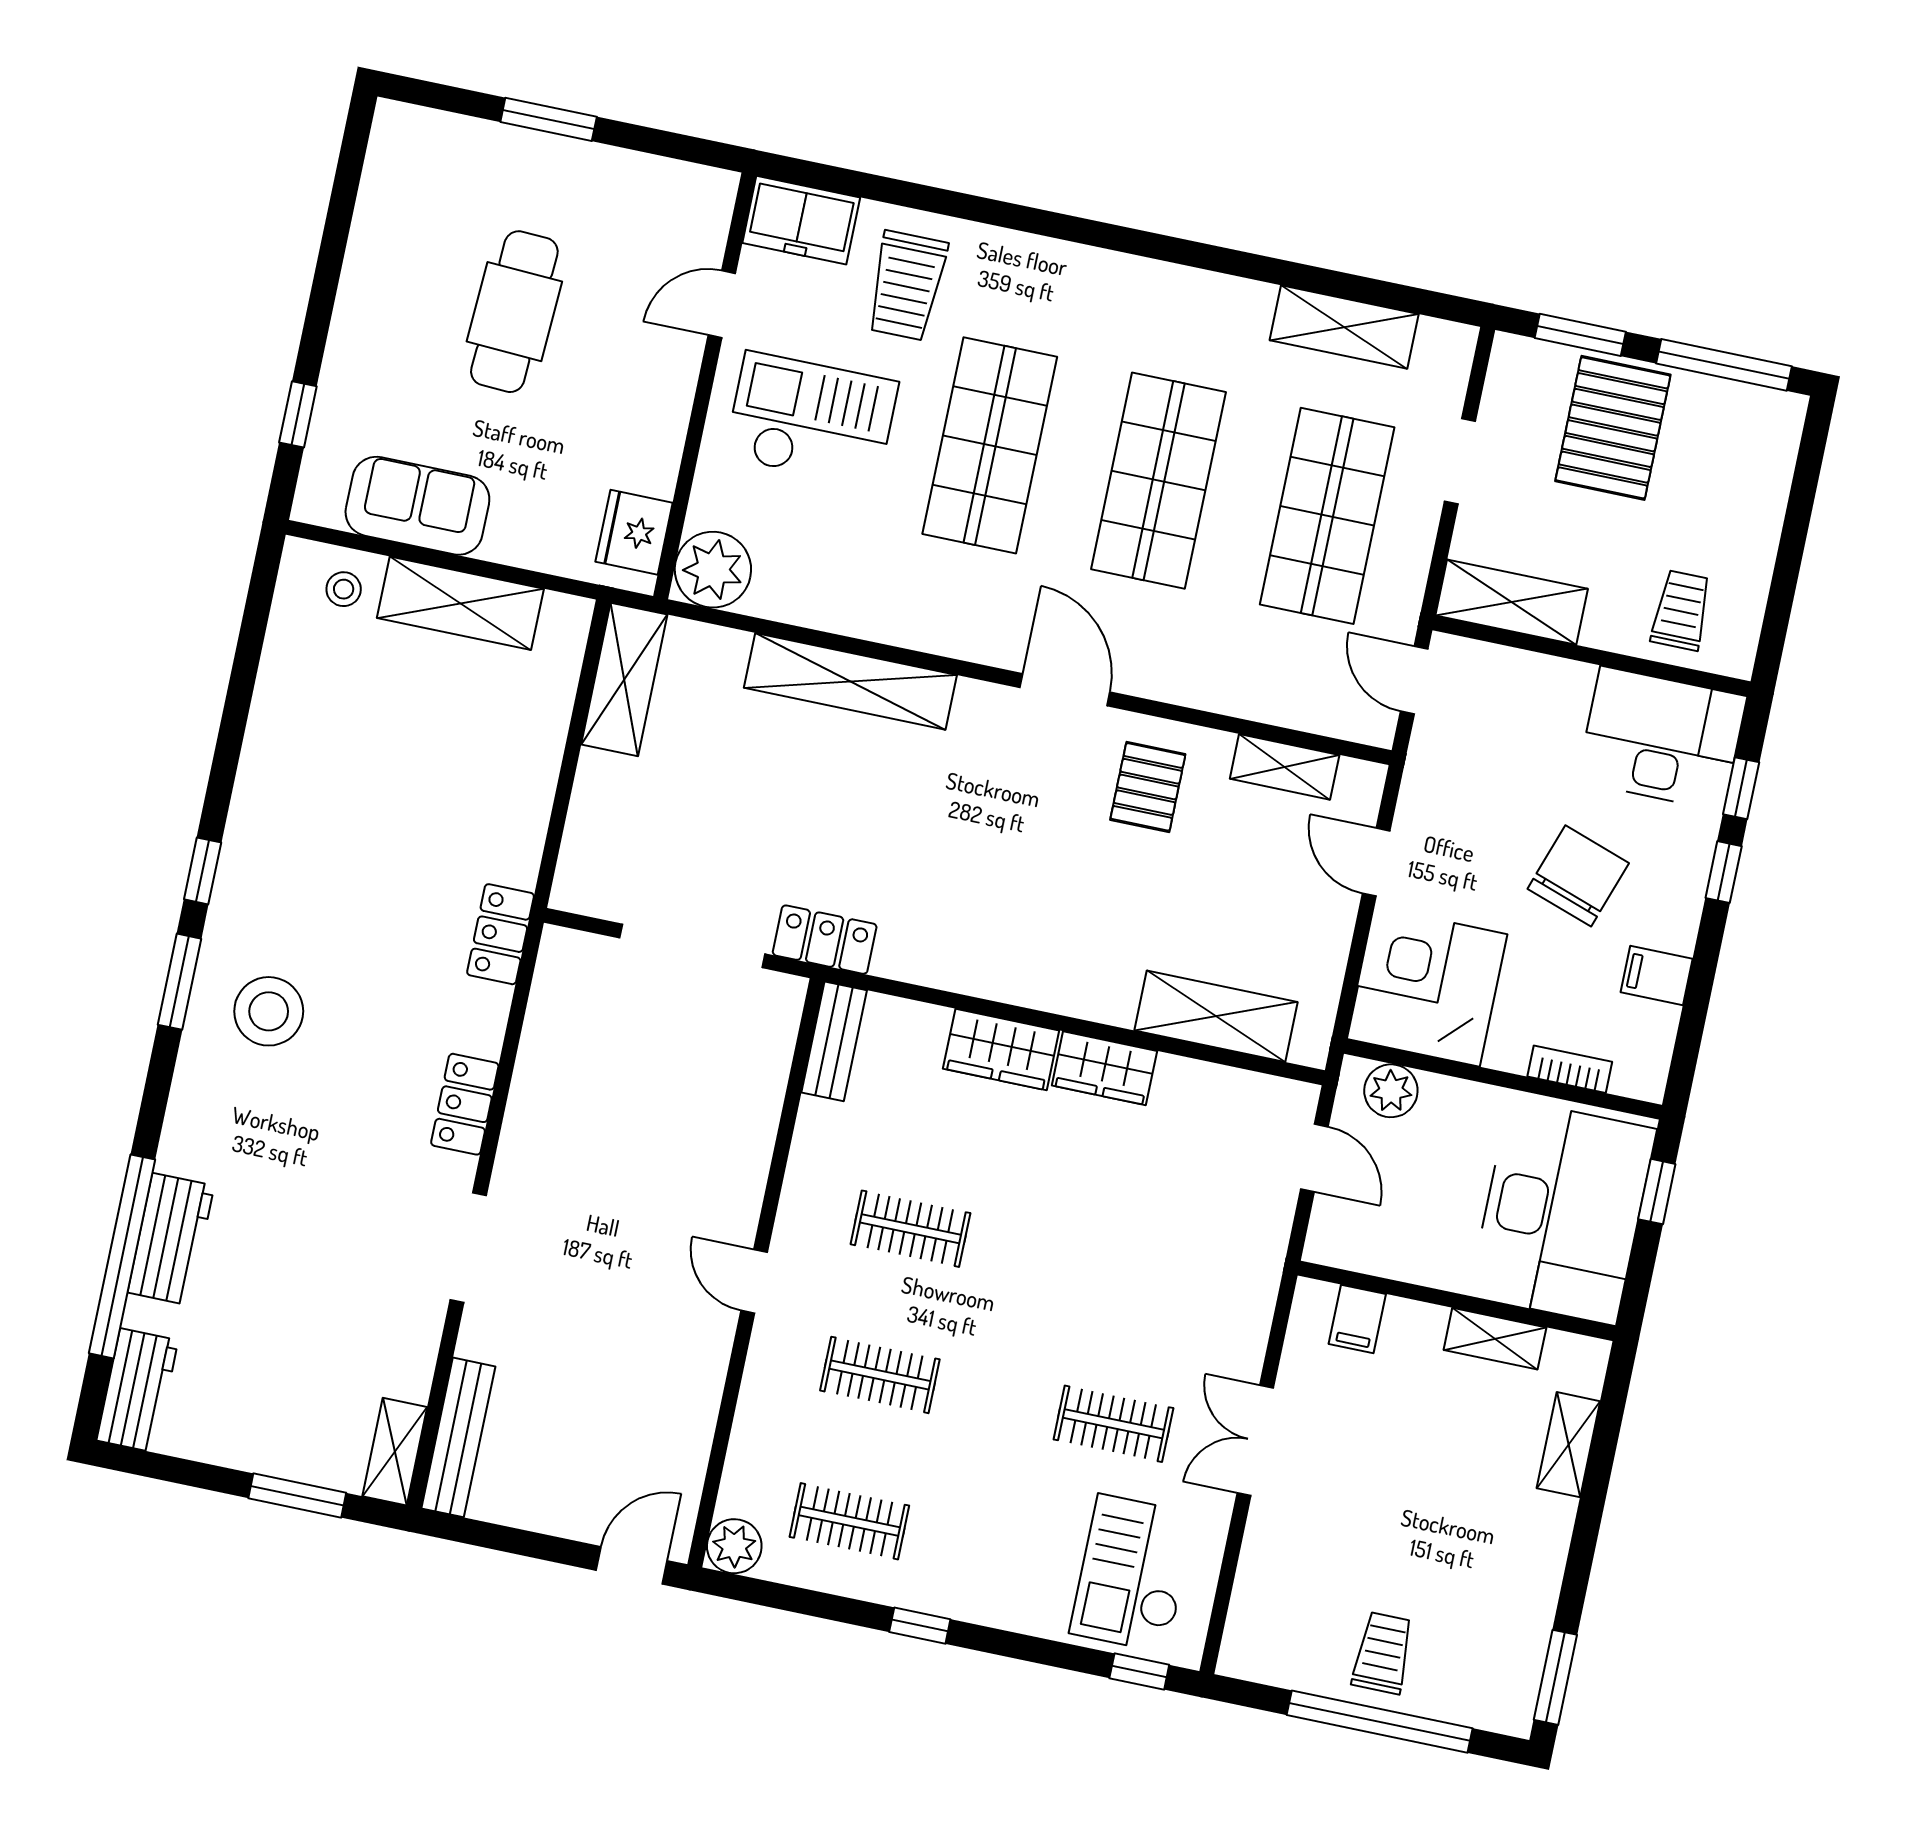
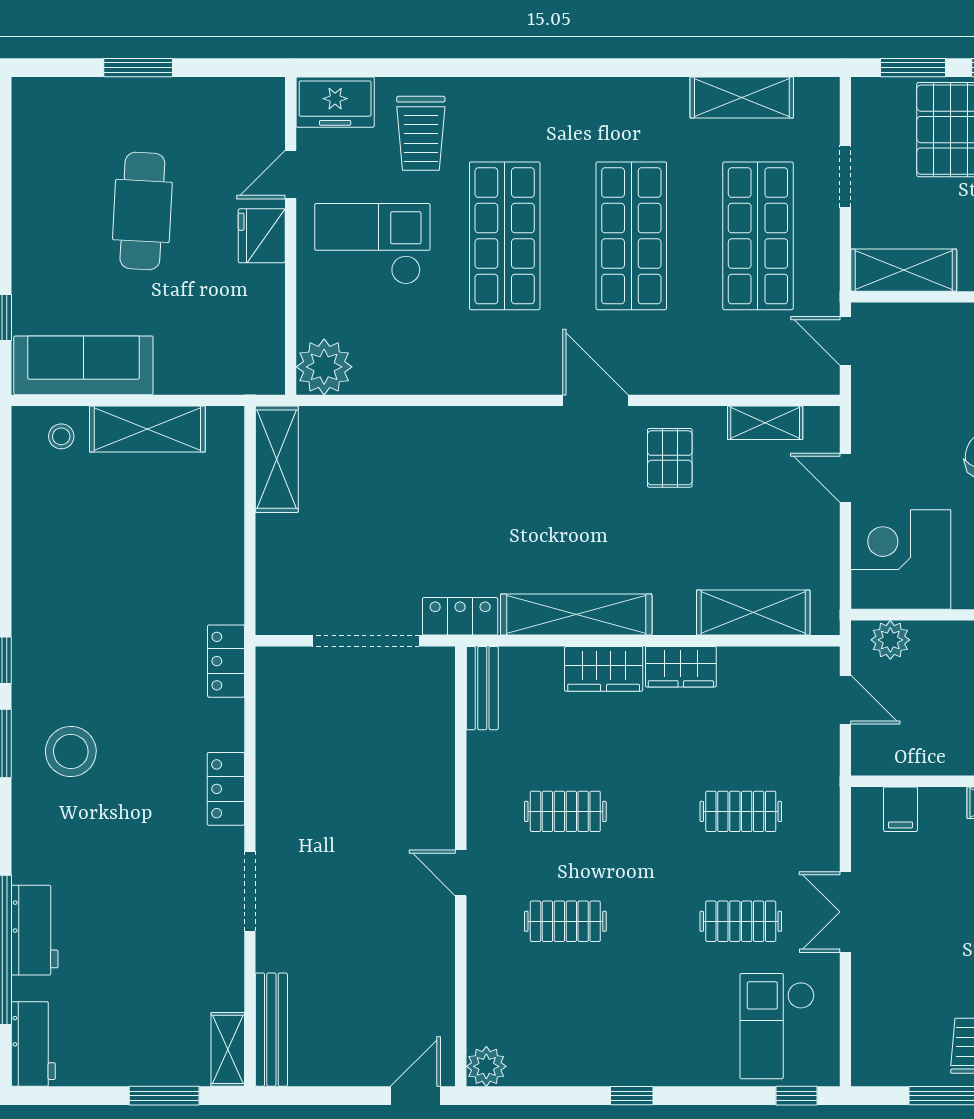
sofa: (417, 506) -> (83, 365), width x1.36
fridge: (634, 532) -> (262, 236), moved
shelving: (850, 681) -> (576, 615), moved
clothes rail: (849, 1521) -> (741, 811), moved

